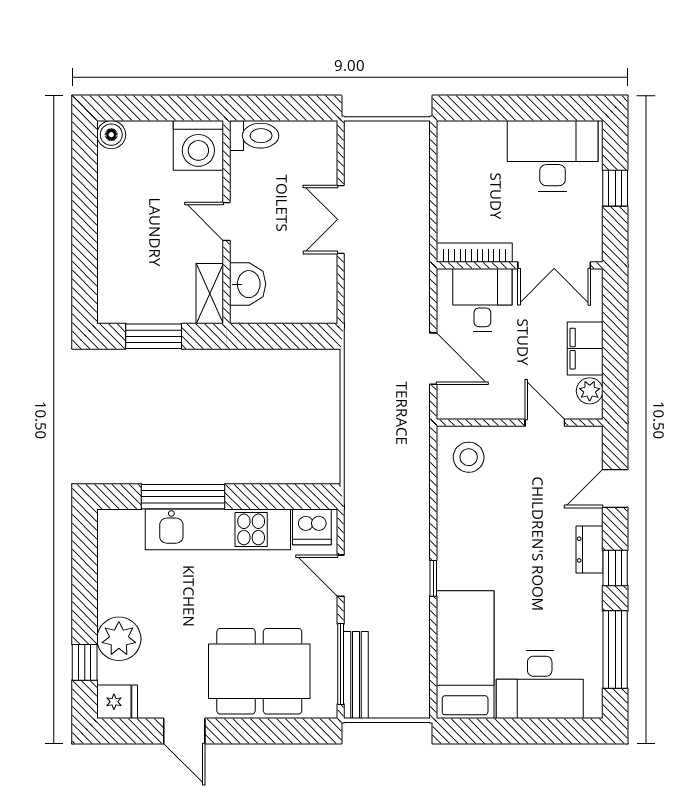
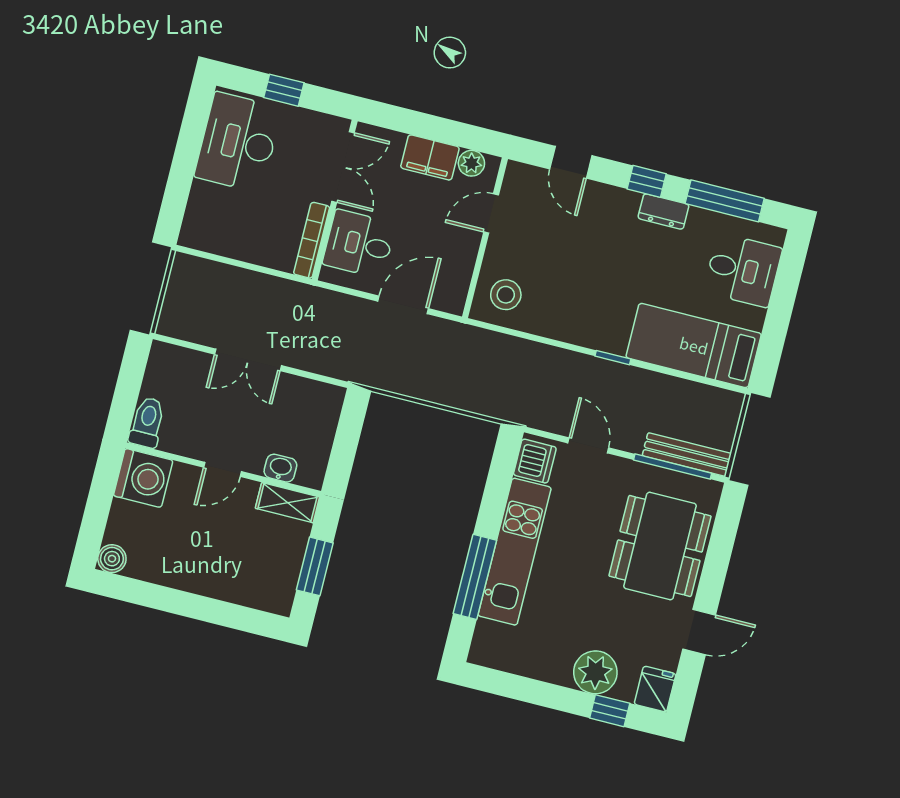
washbasin: (248, 284) -> (280, 468), width x0.72, depth x0.69
dresser: (589, 550) -> (663, 212), moved
door: (341, 576) -> (588, 445), swing flipped
desk: (540, 685) -> (743, 270), width x0.73

